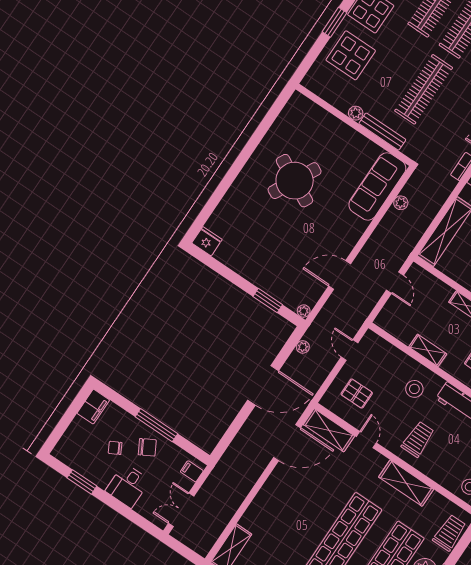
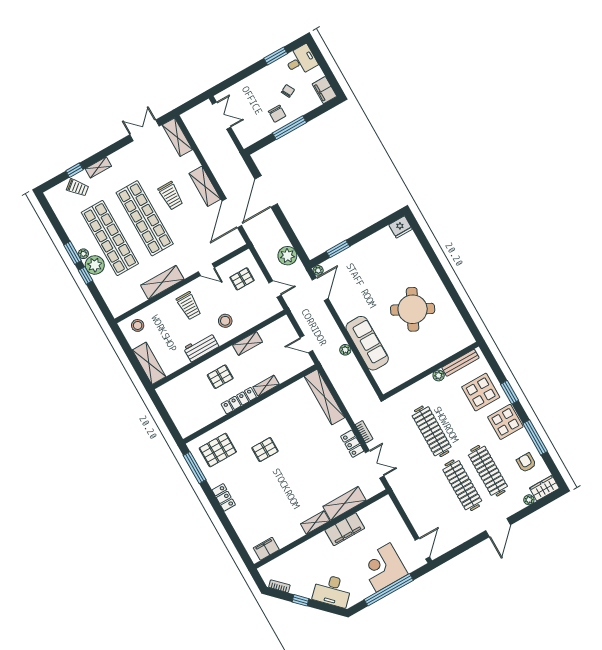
bench: (382, 132) -> (460, 363), moved
sofa: (377, 186) -> (367, 343), moved
plant: (401, 203) -> (345, 350), moved
door: (340, 275) -> (320, 289), moved
plant: (303, 347) -> (287, 256), width x1.88, depth x1.88
door: (263, 385) -> (266, 191), moved
shelving: (329, 430) -> (205, 186), moved, turned 90
chair: (147, 447) -> (277, 114), turned -61
filing cabinet: (192, 471) -> (245, 136), removed
desk: (128, 486) -> (301, 61), moved, turned 90
trolley: (449, 533) -> (171, 196), moved

